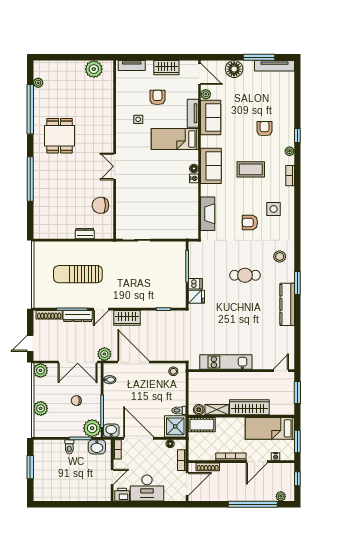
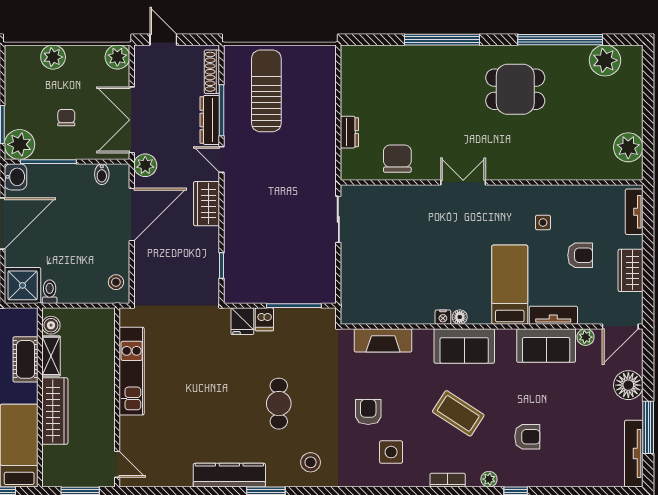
plant: (38, 83) -> (605, 60), width x1.88, depth x1.88
coffee table: (251, 169) -> (458, 413), turned -57
sun lounger: (78, 274) -> (266, 91), moved
cot: (202, 425) -> (25, 359), moved

